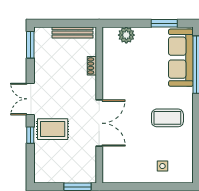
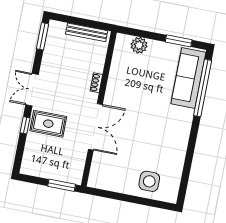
shoe rack: (92, 66) -> (96, 83), moved
coffee table: (167, 118) -> (163, 135), removed
side table: (162, 166) -> (149, 181), width x1.87, depth x1.87

